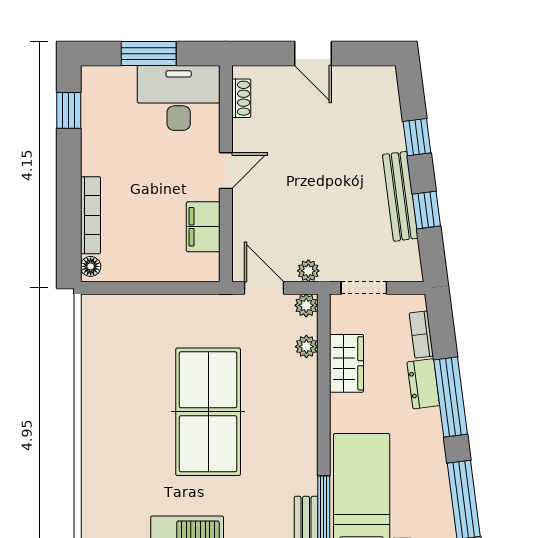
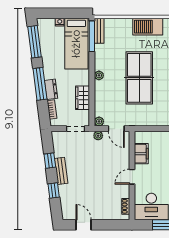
door: (313, 54) -> (84, 225), moved
bench: (400, 196) -> (61, 171), width x0.73
plant: (306, 347) -> (99, 75), moved

